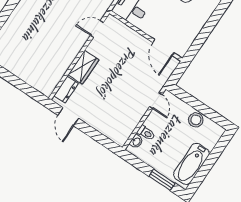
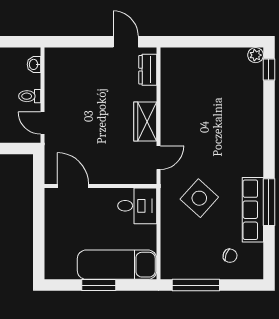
wardrobe: (83, 67) -> (145, 122), moved
toilet: (146, 133) -> (30, 96), moved

